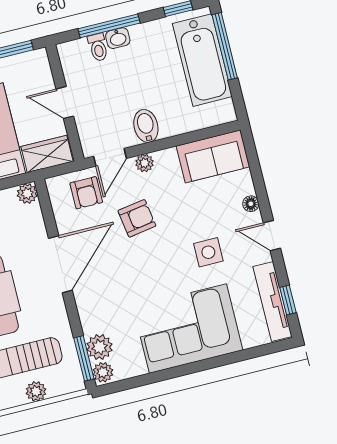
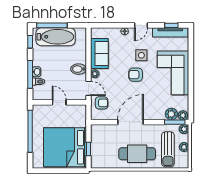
door: (65, 103) -> (59, 102), swing flipped
wardrobe: (47, 154) -> (80, 116), removed
sofa: (213, 156) -> (99, 54), moved
plant: (27, 194) -> (184, 129), moved
armchair: (137, 218) -> (136, 75), moved, turned -81
door: (60, 264) -> (130, 122), hinge flipped

